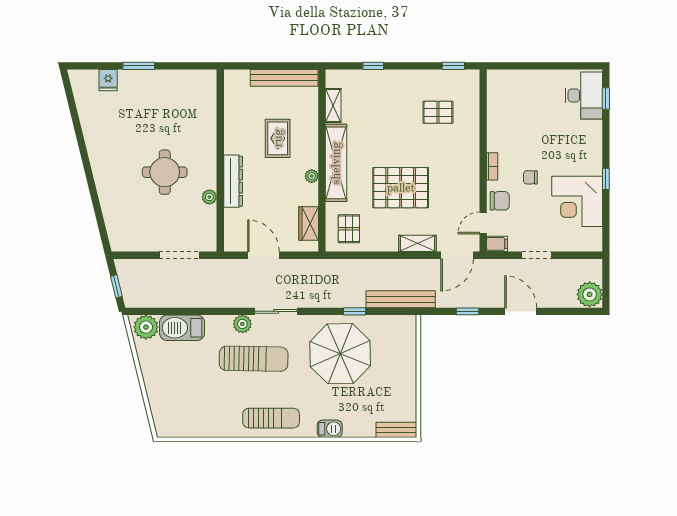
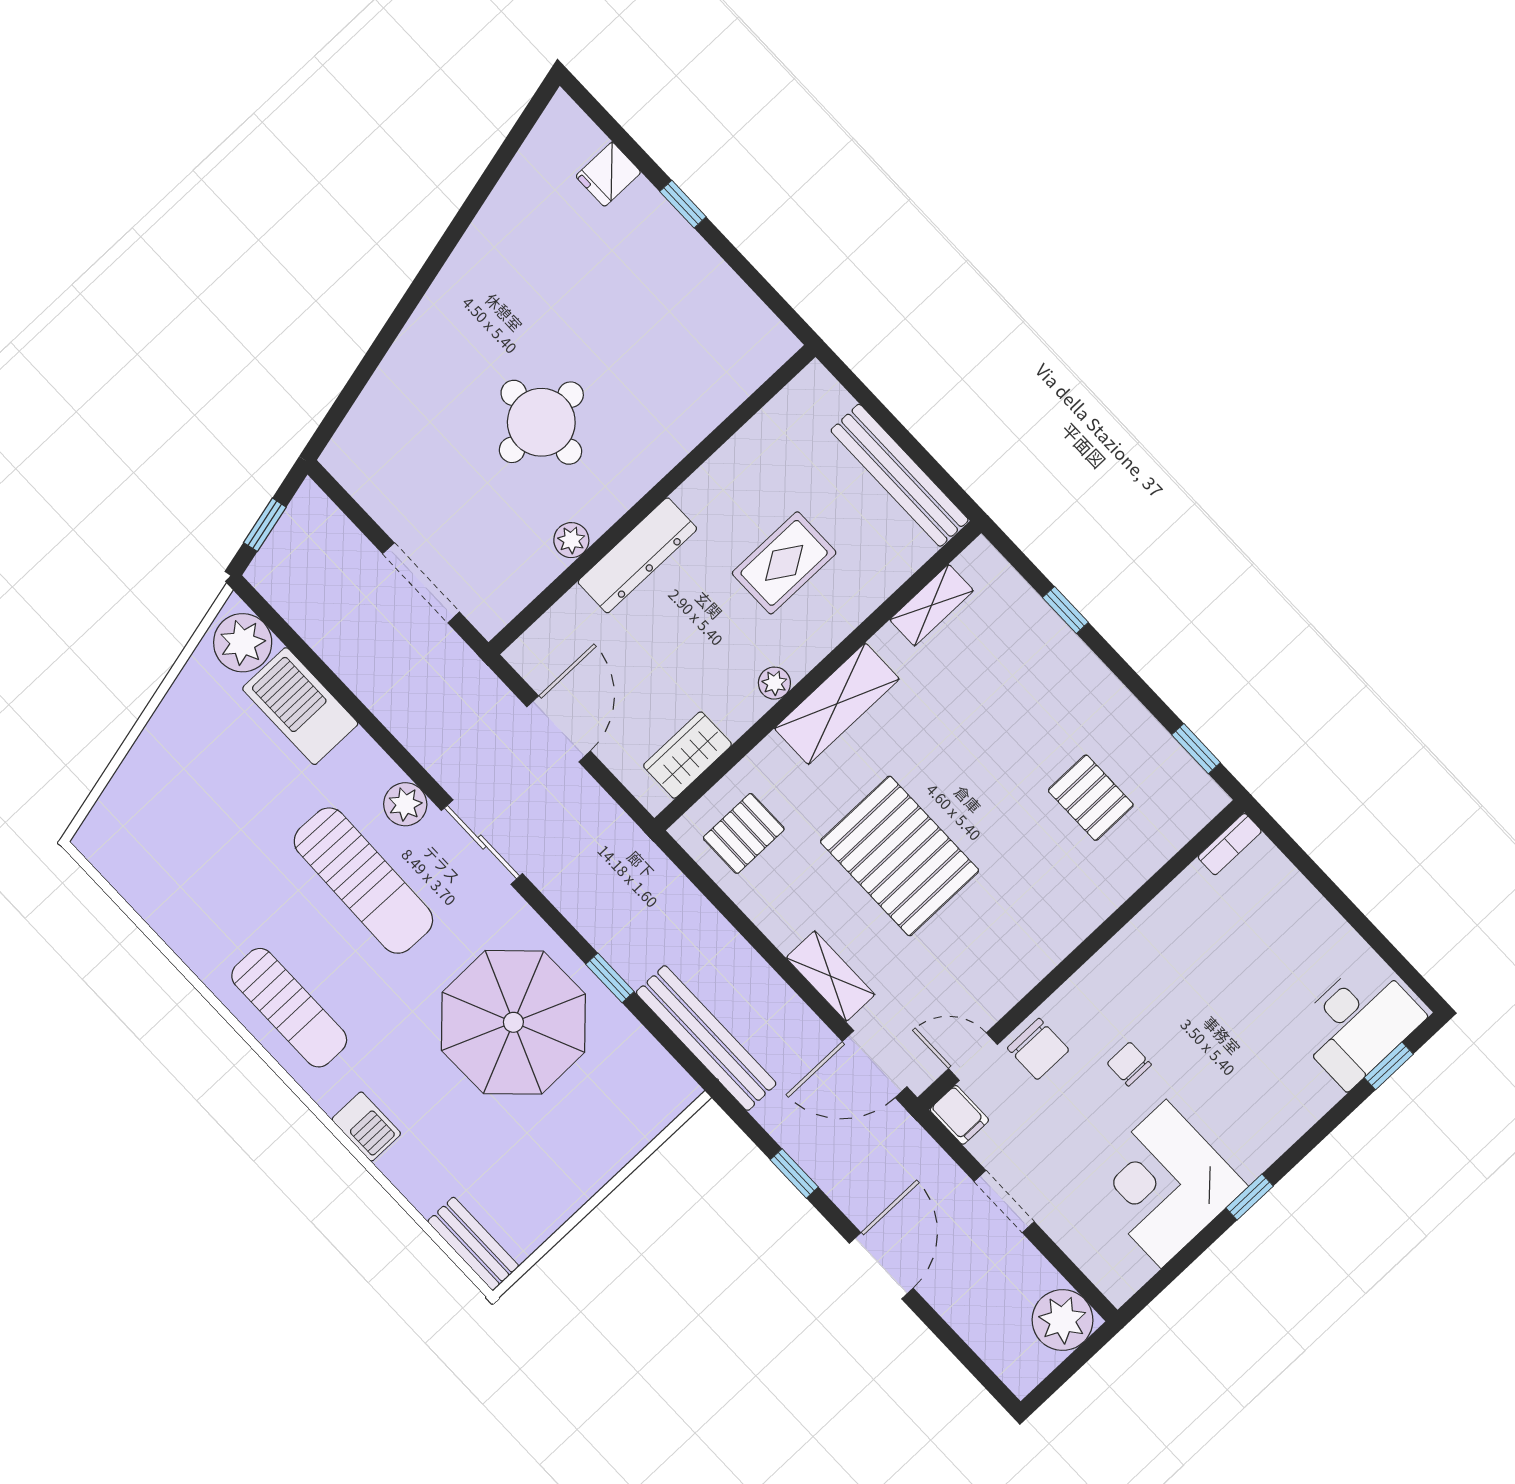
window: (139, 66) -> (683, 204), width x0.67
shelving: (336, 163) -> (837, 704), width x0.68
bookcase: (492, 166) -> (1230, 844), moved
plant: (590, 294) -> (1063, 1320), moved

